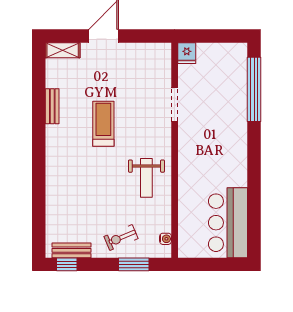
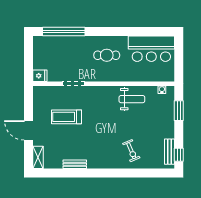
treadmill: (103, 124) -> (67, 117), moved
cafe table: (218, 155) -> (107, 55), added
weight bench: (146, 178) -> (132, 99), moved
exercise bike: (121, 238) -> (131, 151), moved

